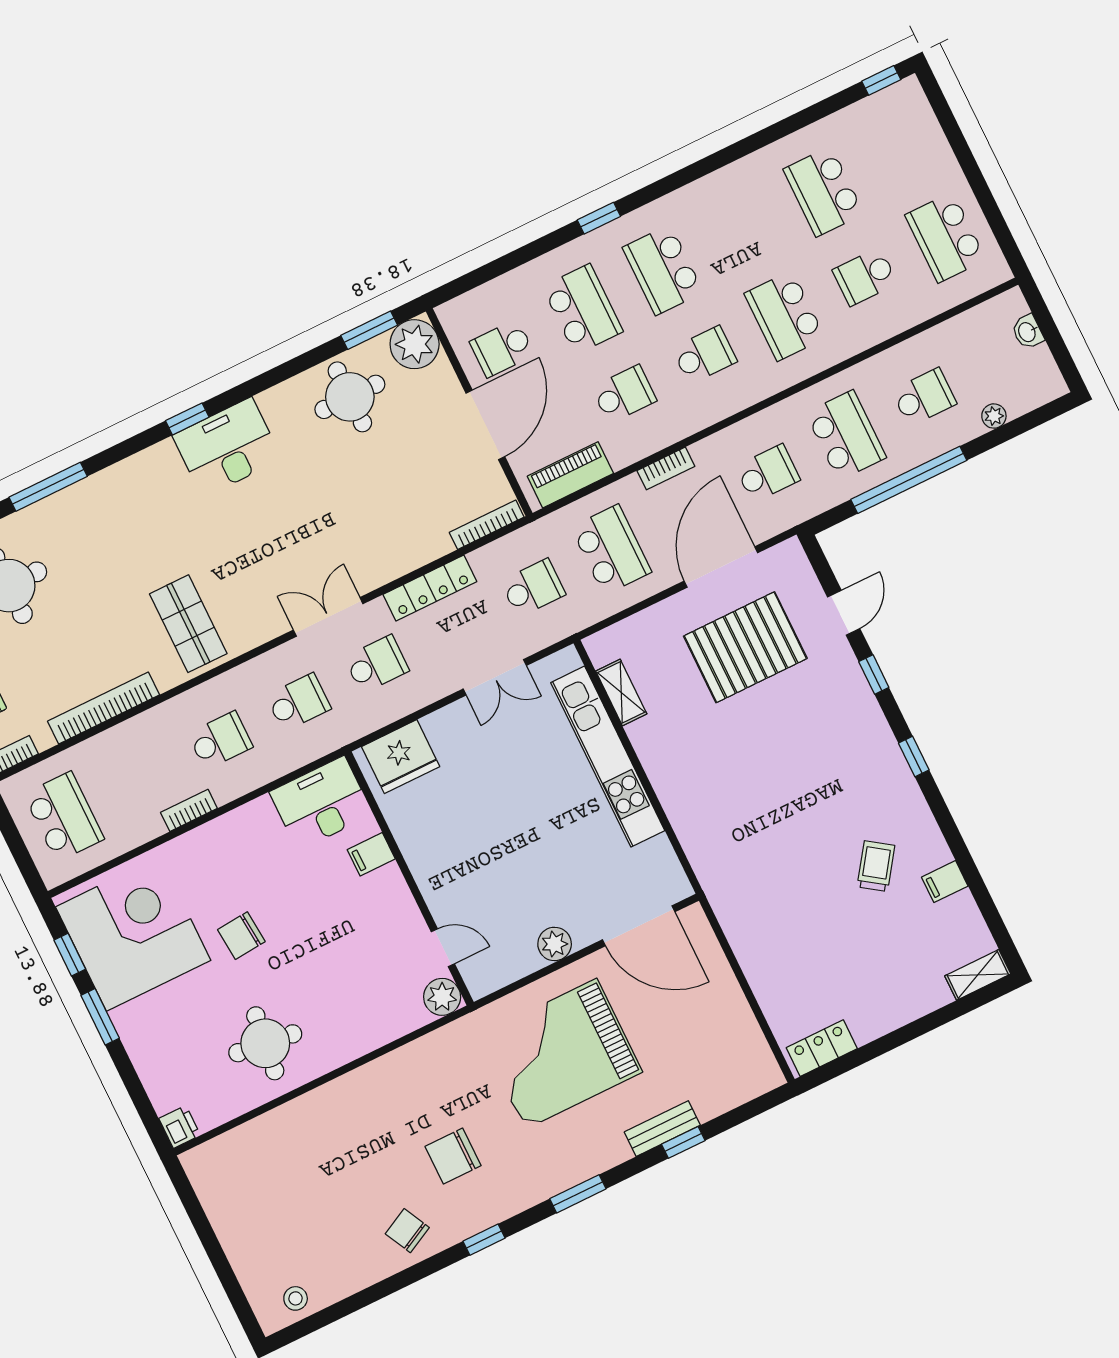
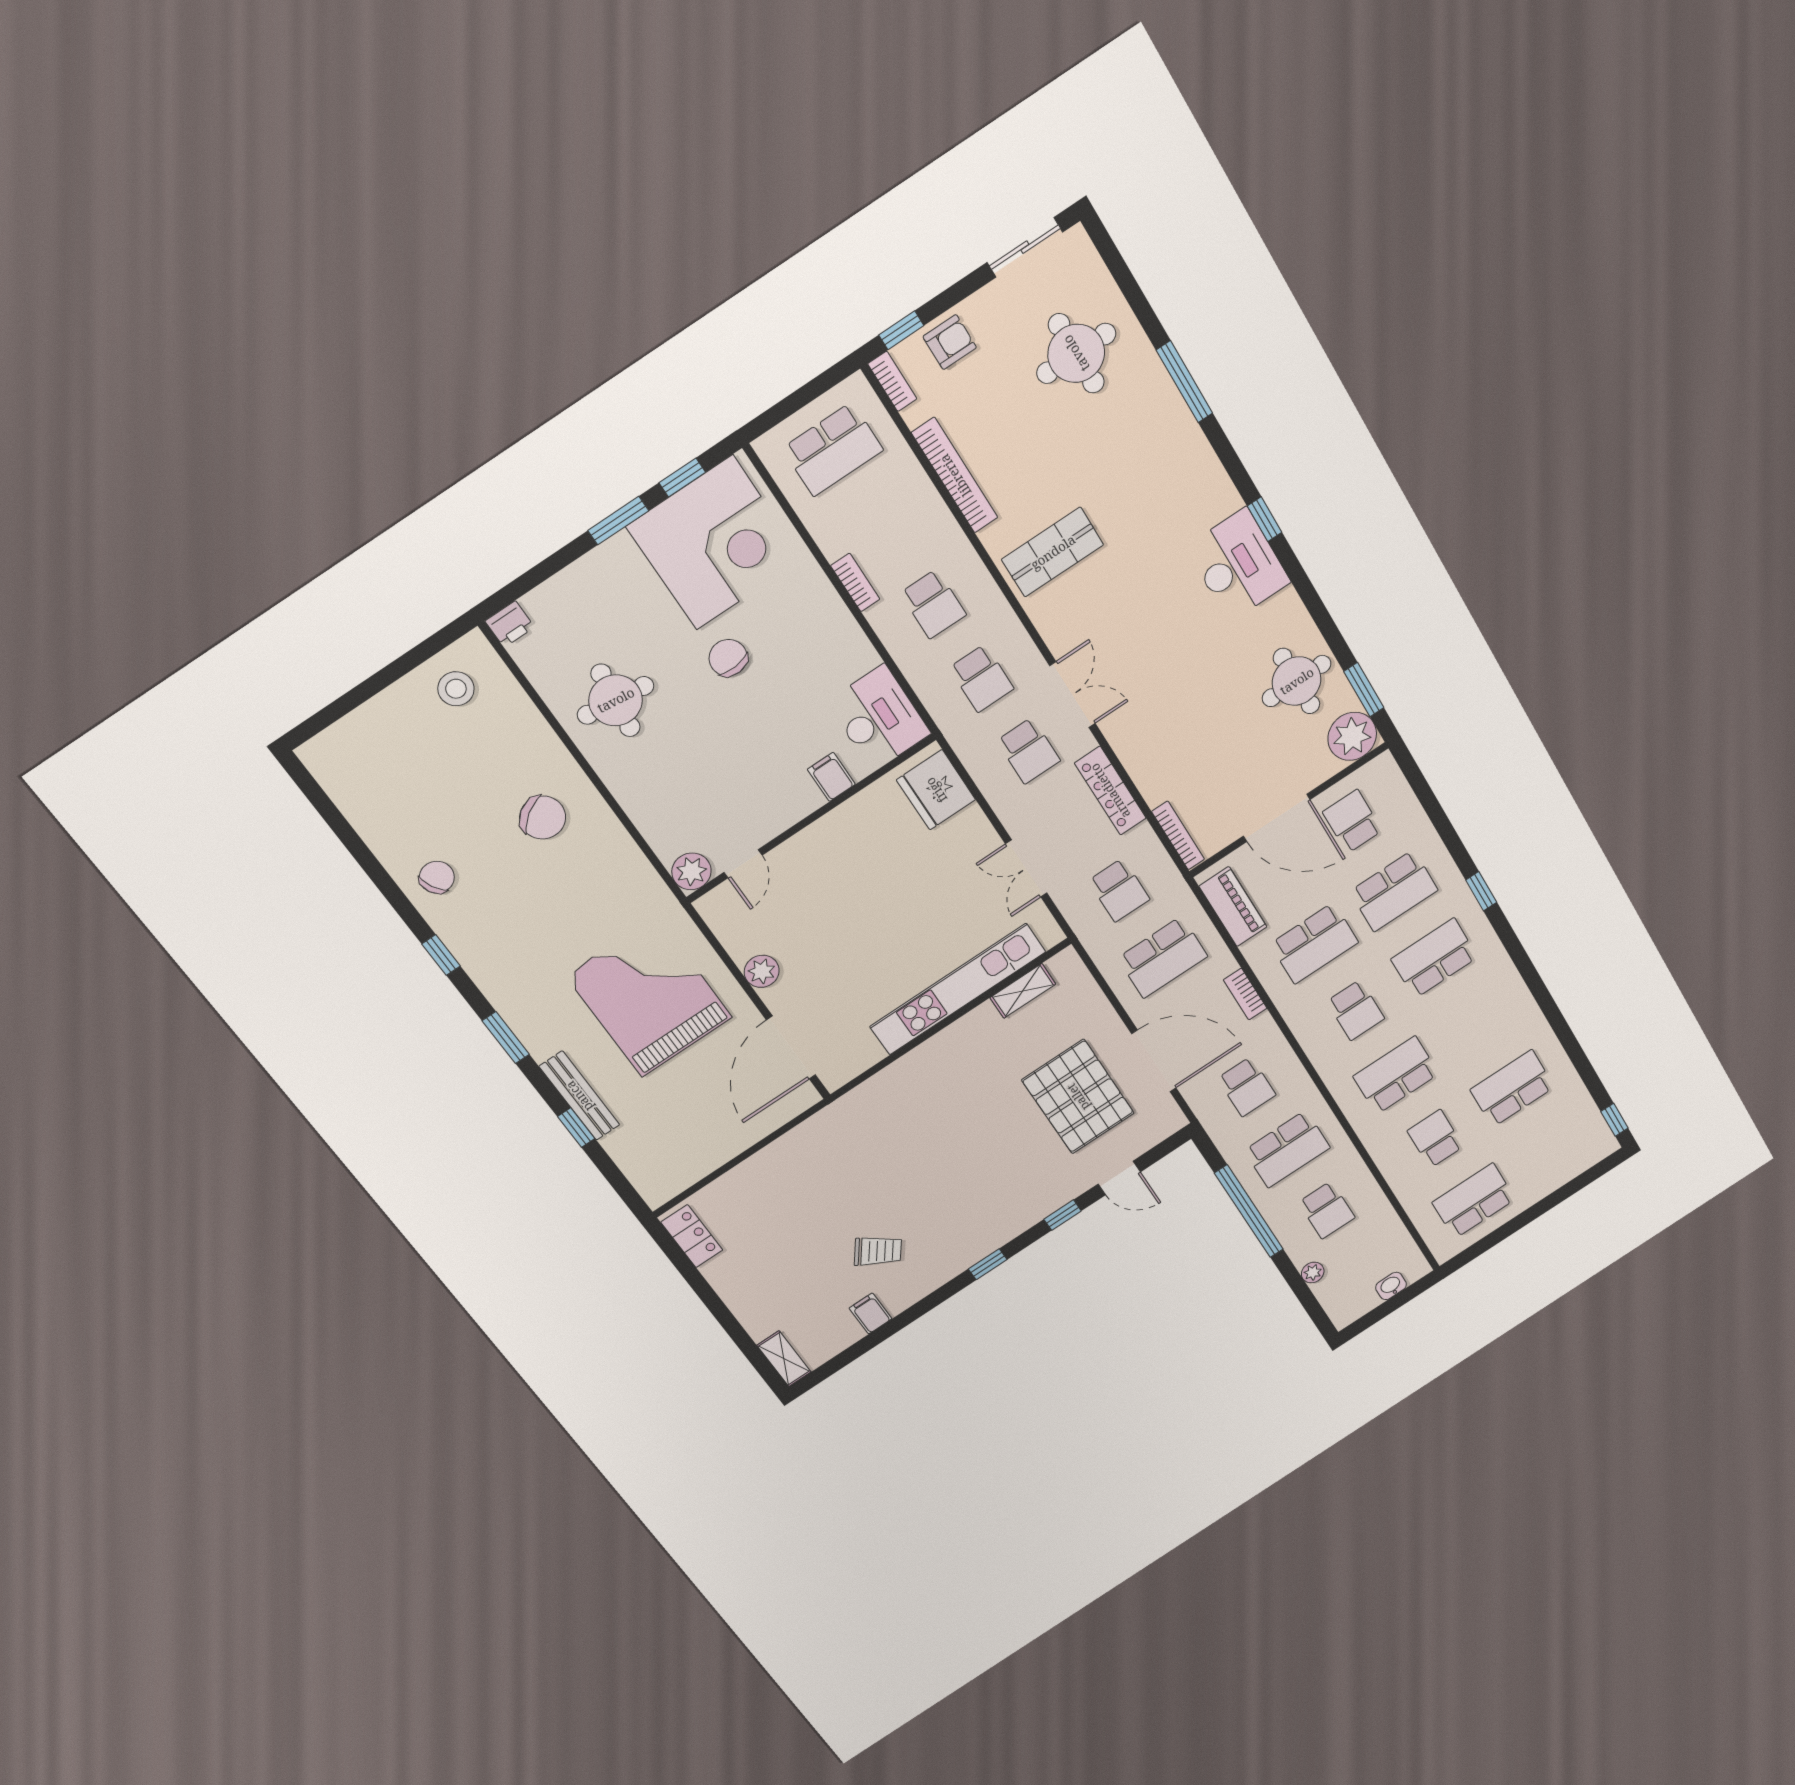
school desk: (624, 394) -> (1314, 943), width x1.85
bench: (662, 1129) -> (579, 1096), width x1.36
chair: (453, 1156) -> (543, 818), moved, turned 145
stool: (296, 1298) -> (456, 689), moved, width x1.37, depth x1.37

